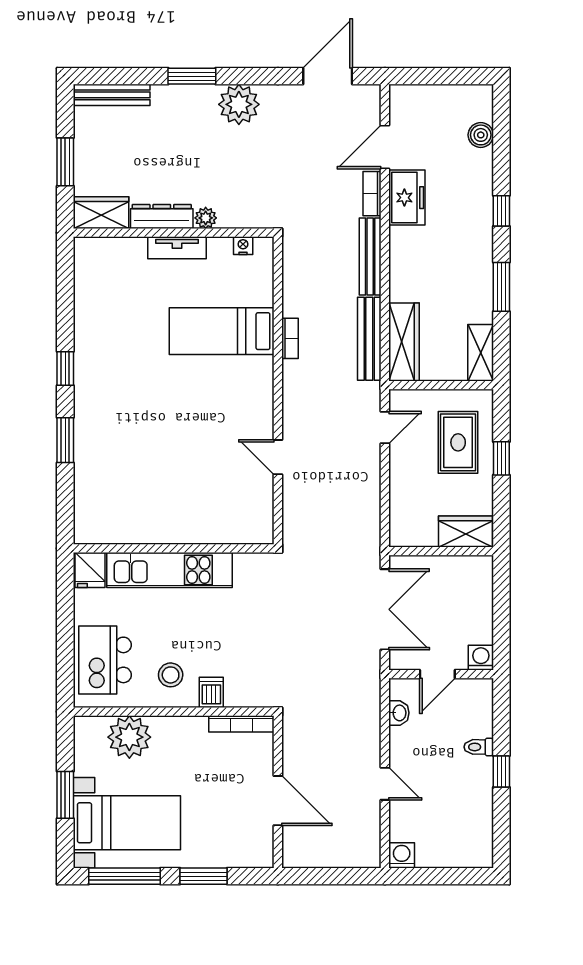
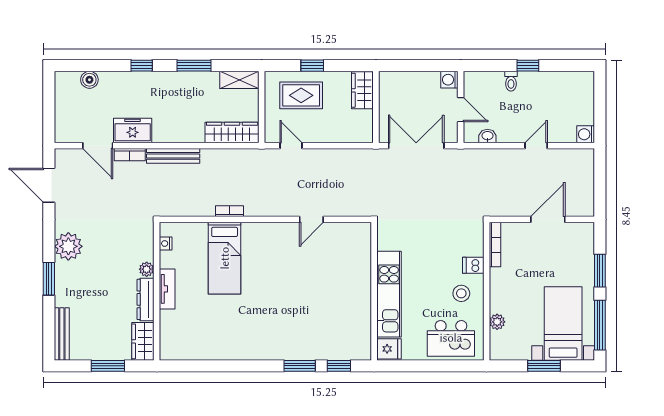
bench: (369, 339) -> (230, 157), removed
window: (65, 369) -> (339, 366), moved
plant: (129, 737) -> (497, 322), width x0.53, depth x0.53

